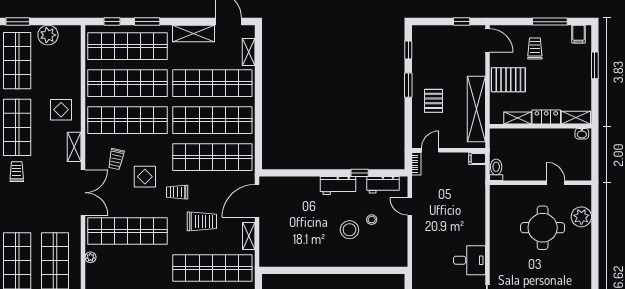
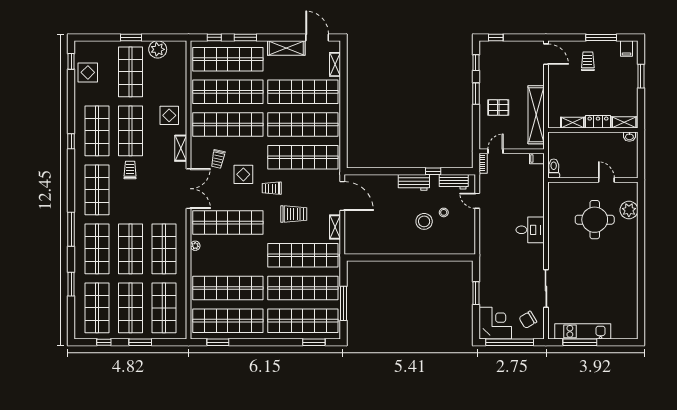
window: (462, 22) -> (496, 37), moved
pallet: (508, 80) -> (564, 89), removed
pallet: (433, 101) -> (498, 108), turned 90
door: (257, 201) -> (342, 196), swing flipped
desk: (469, 260) -> (530, 230), moved

